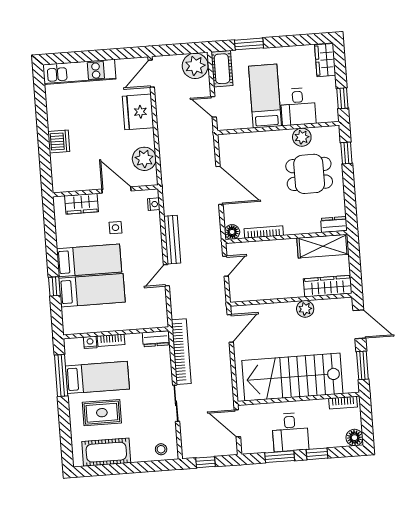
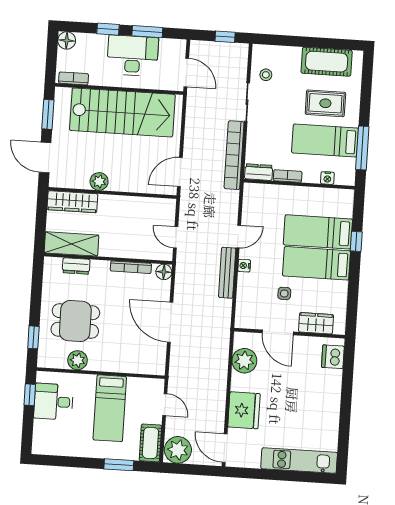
wardrobe: (325, 60) -> (42, 437), removed
door: (151, 74) -> (225, 448), swing flipped
desk: (298, 107) -> (54, 402), moved, turned -90
dishwasher: (59, 141) -> (333, 357), moved
nightstand: (154, 204) -> (244, 266), moved
dresser: (334, 224) -> (76, 266), moved
door: (226, 266) -> (176, 237), hinge flipped
bookcase: (111, 340) -> (288, 176), moved
desk: (290, 432) -> (133, 56), width x1.37
stool: (161, 449) -> (266, 75), moved

